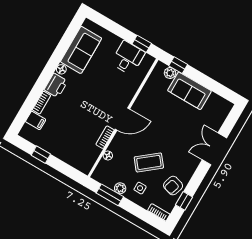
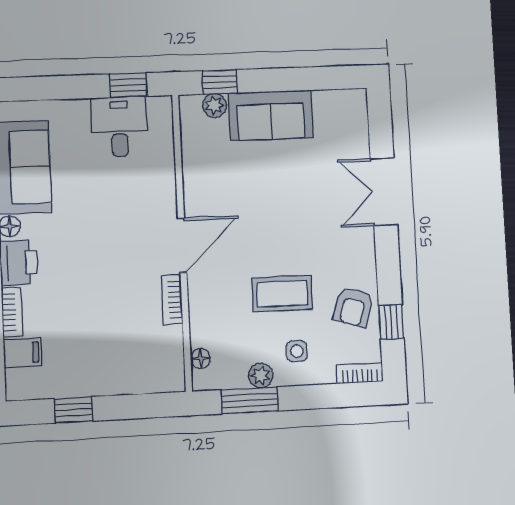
floor lamp: (108, 156) -> (200, 359), moved
coffee table: (149, 162) -> (282, 294), turned 39

